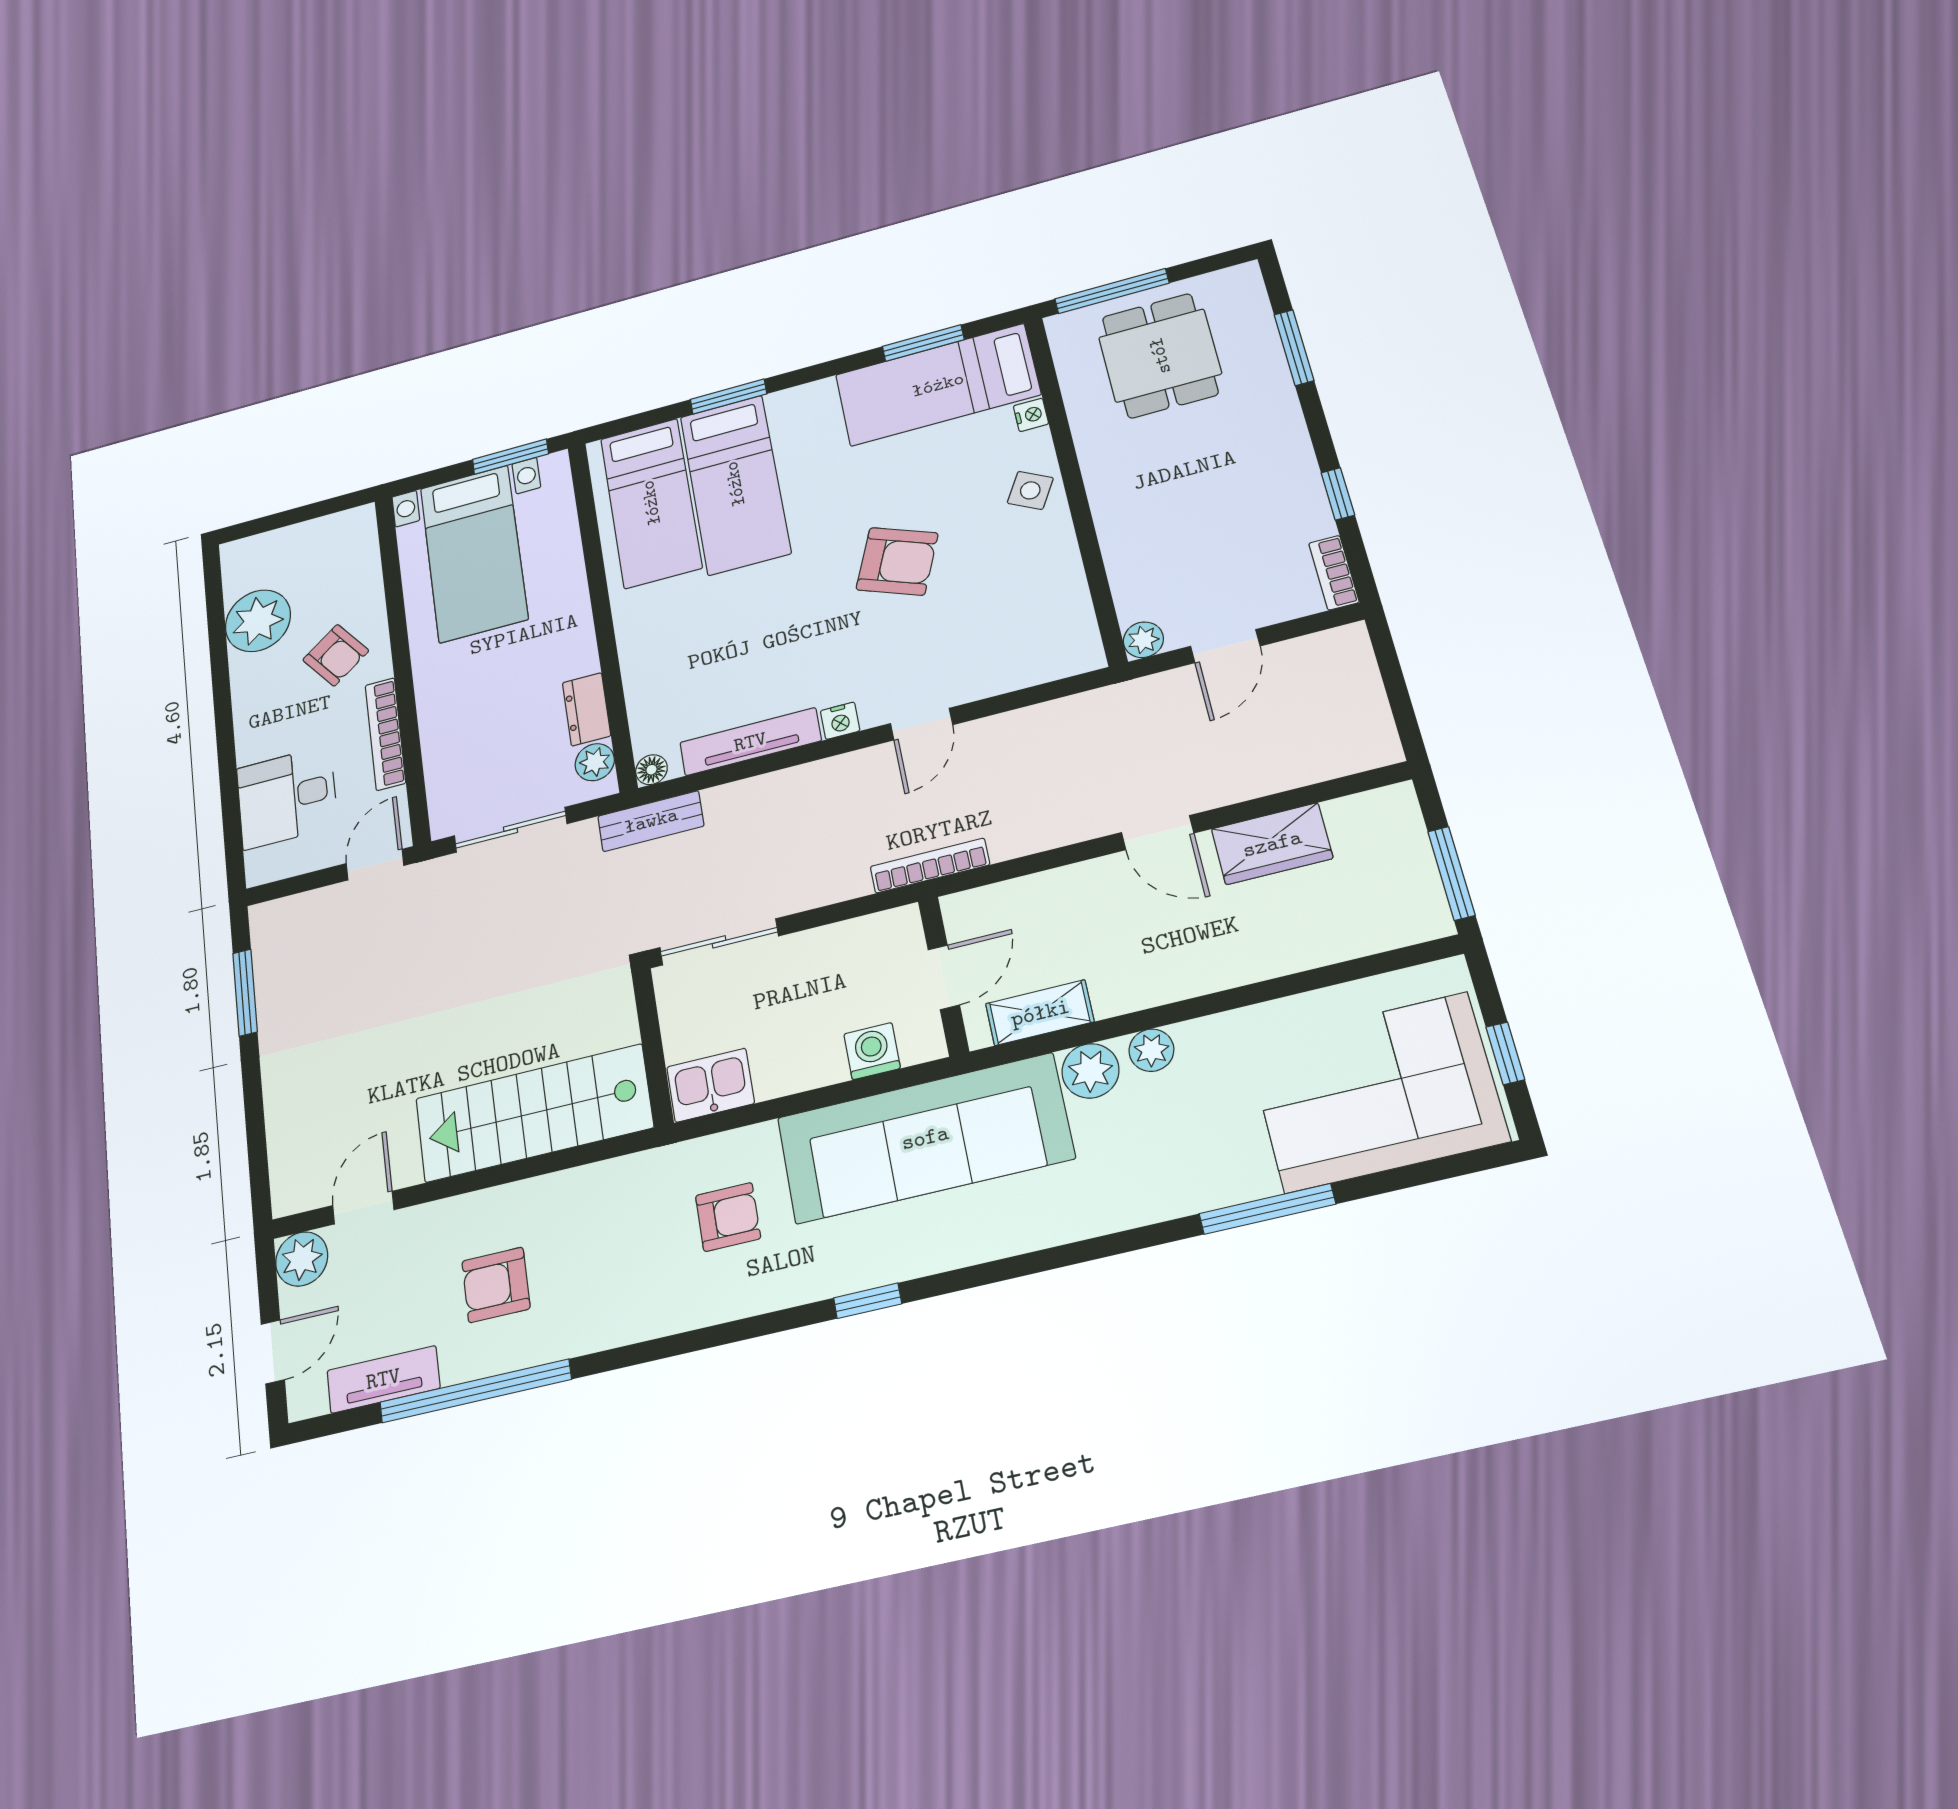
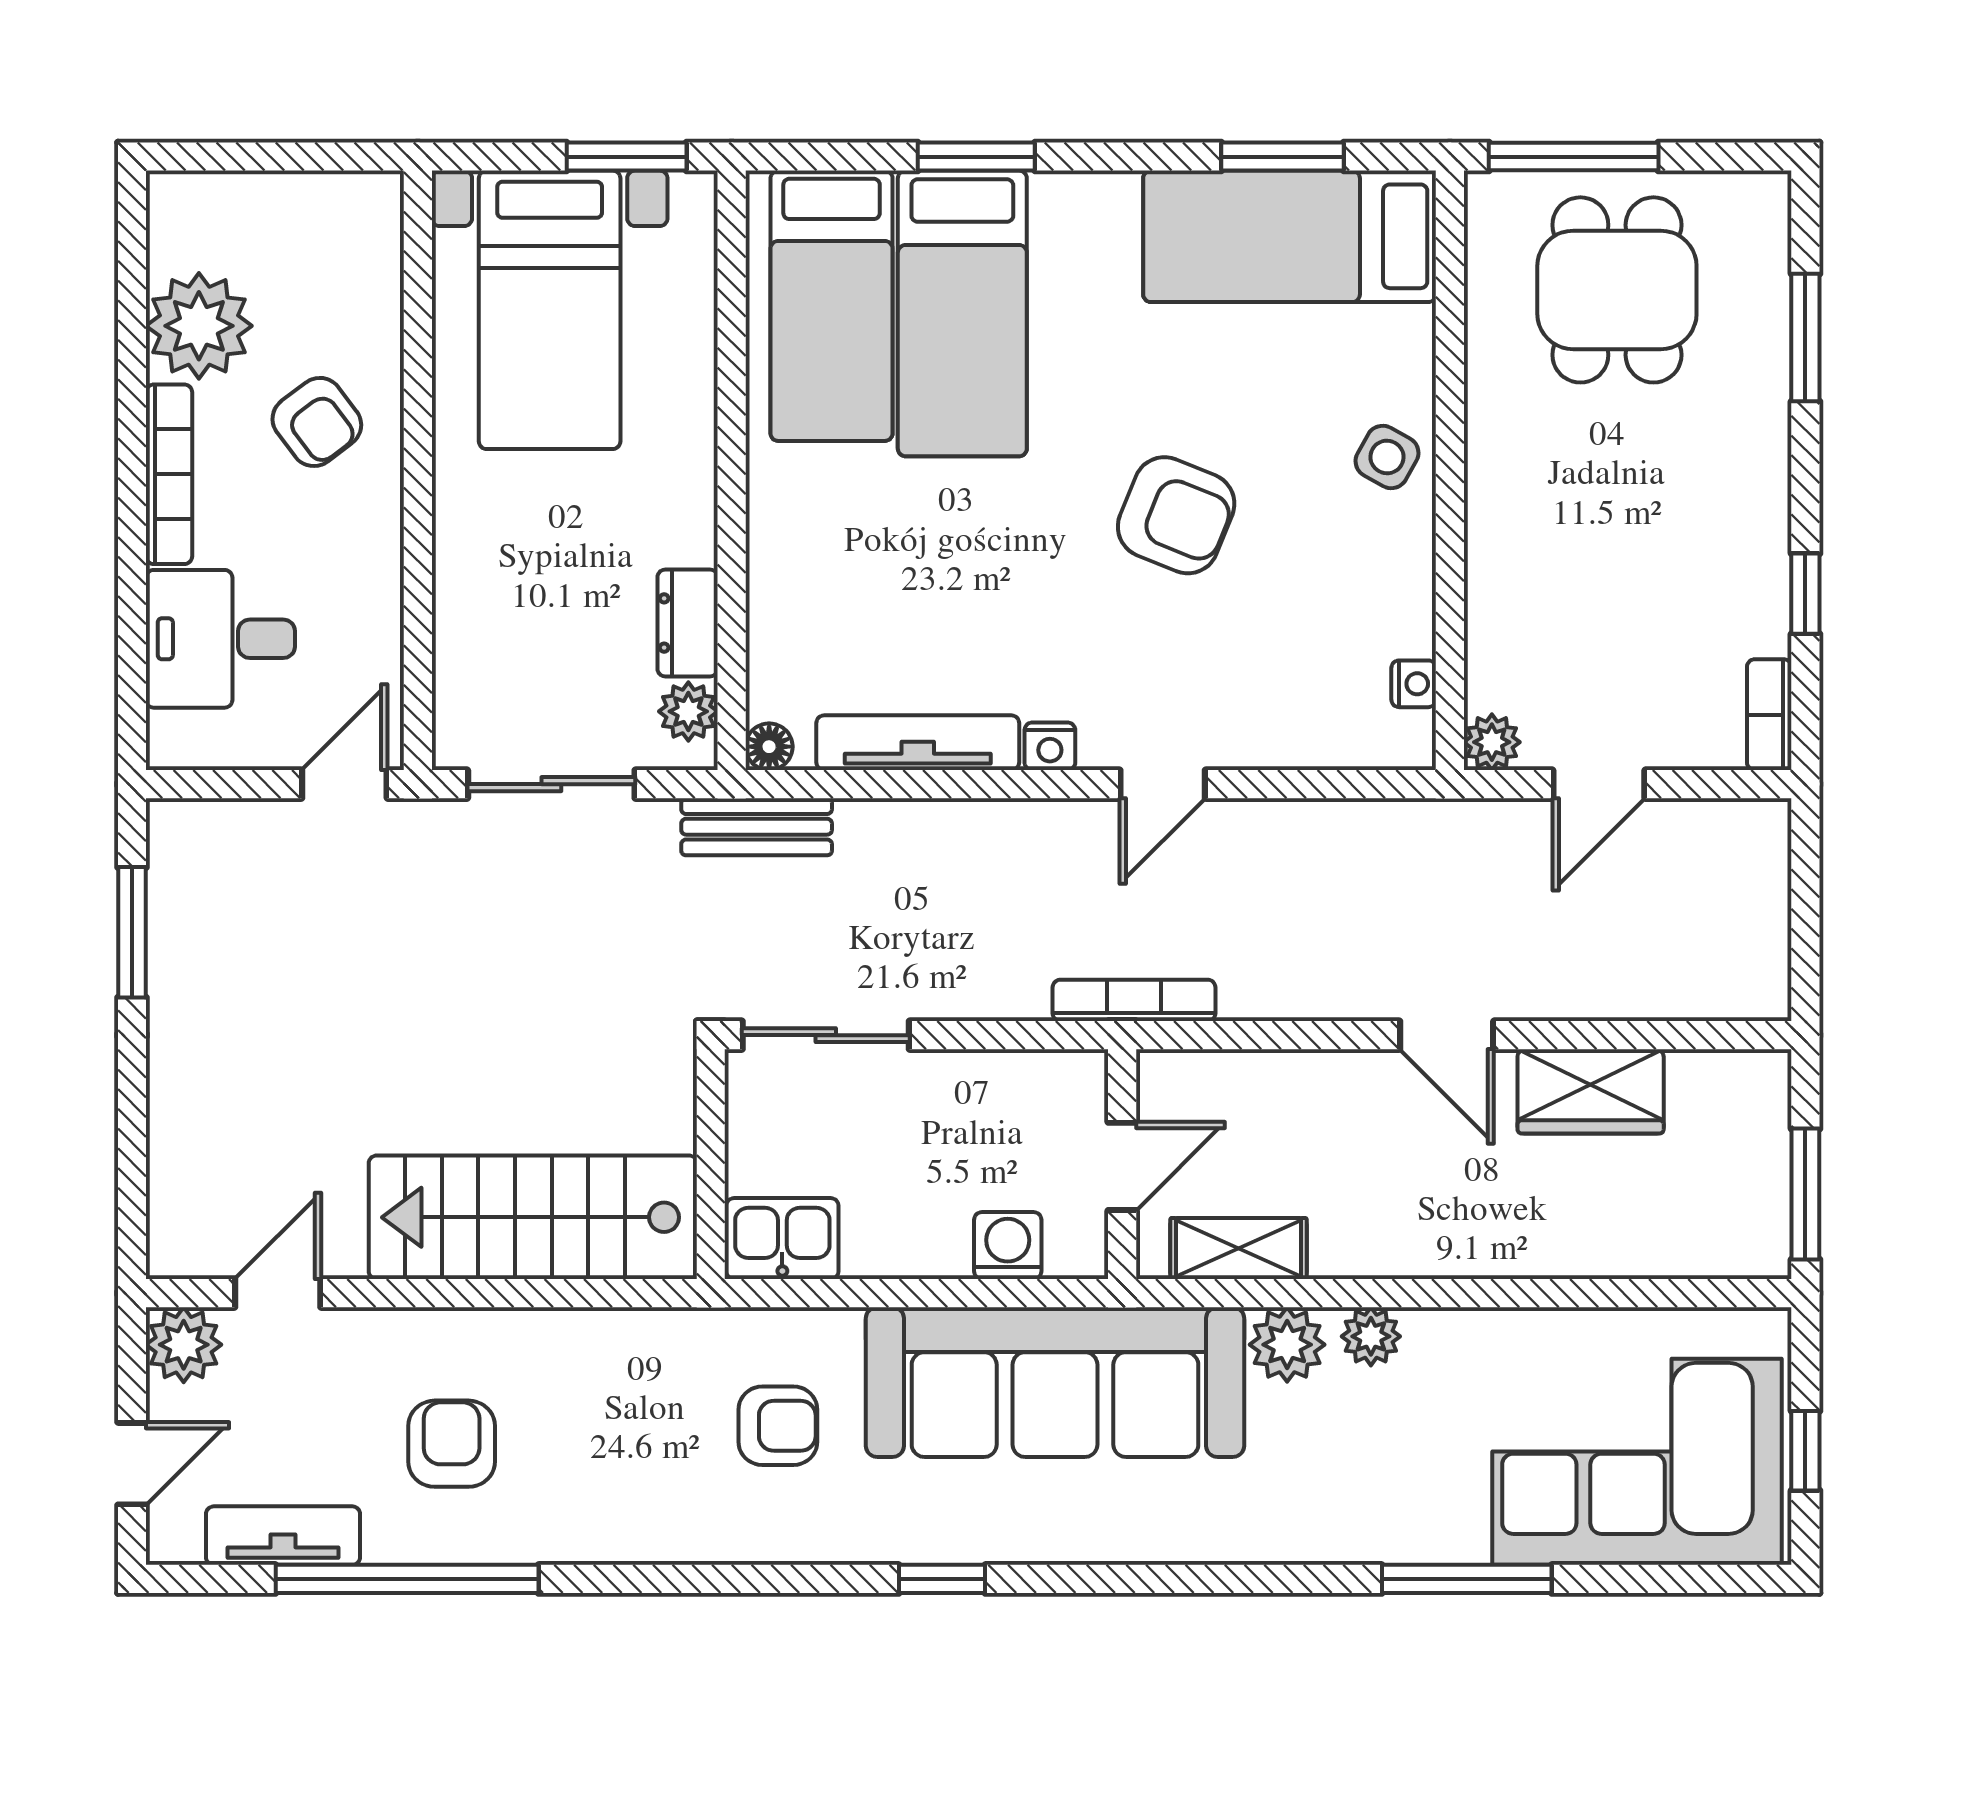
nightstand: (1031, 415) -> (1414, 684), moved
bookcase: (385, 734) -> (169, 474), moved, turned 180
armchair: (496, 1285) -> (452, 1444), turned 90

